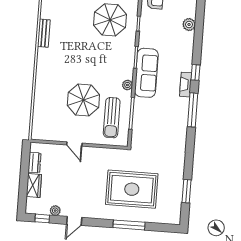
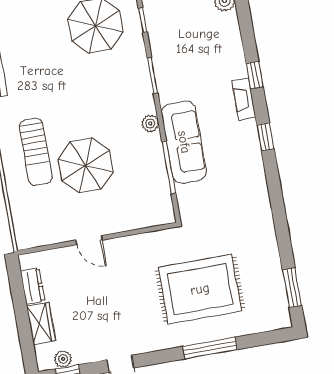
sofa: (146, 73) -> (184, 142), moved
window: (193, 110) -> (265, 137), width x0.46
sun lounger: (112, 118) -> (36, 152), moved
window: (187, 191) -> (292, 288), moved
plant: (55, 211) -> (63, 359), moved

